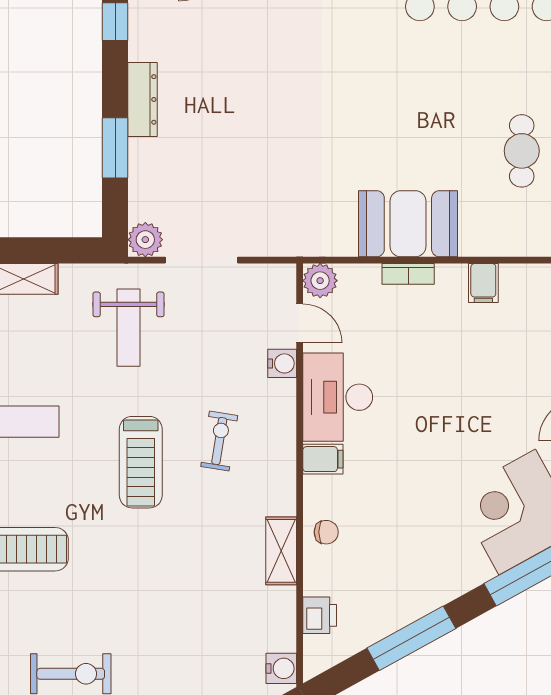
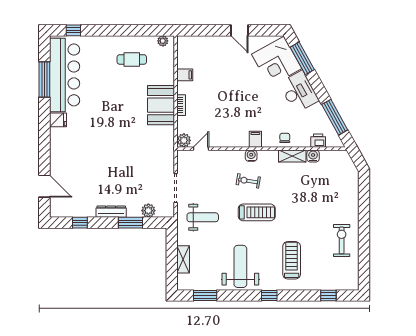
plant: (145, 240) -> (148, 211), moved
water cooler: (282, 363) -> (251, 156), moved
desk: (338, 397) -> (299, 92), moved, turned -119
window: (411, 638) -> (335, 117), moved
water cooler: (281, 668) -> (313, 156), moved

